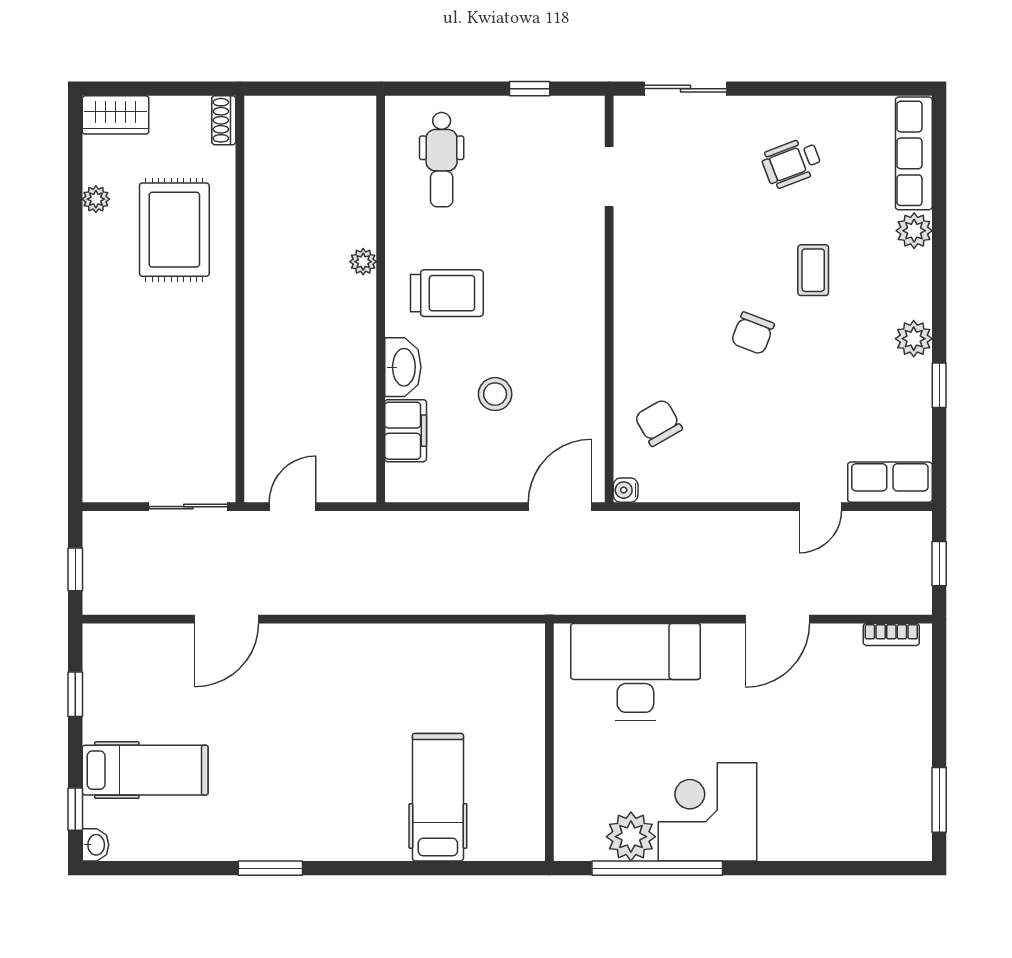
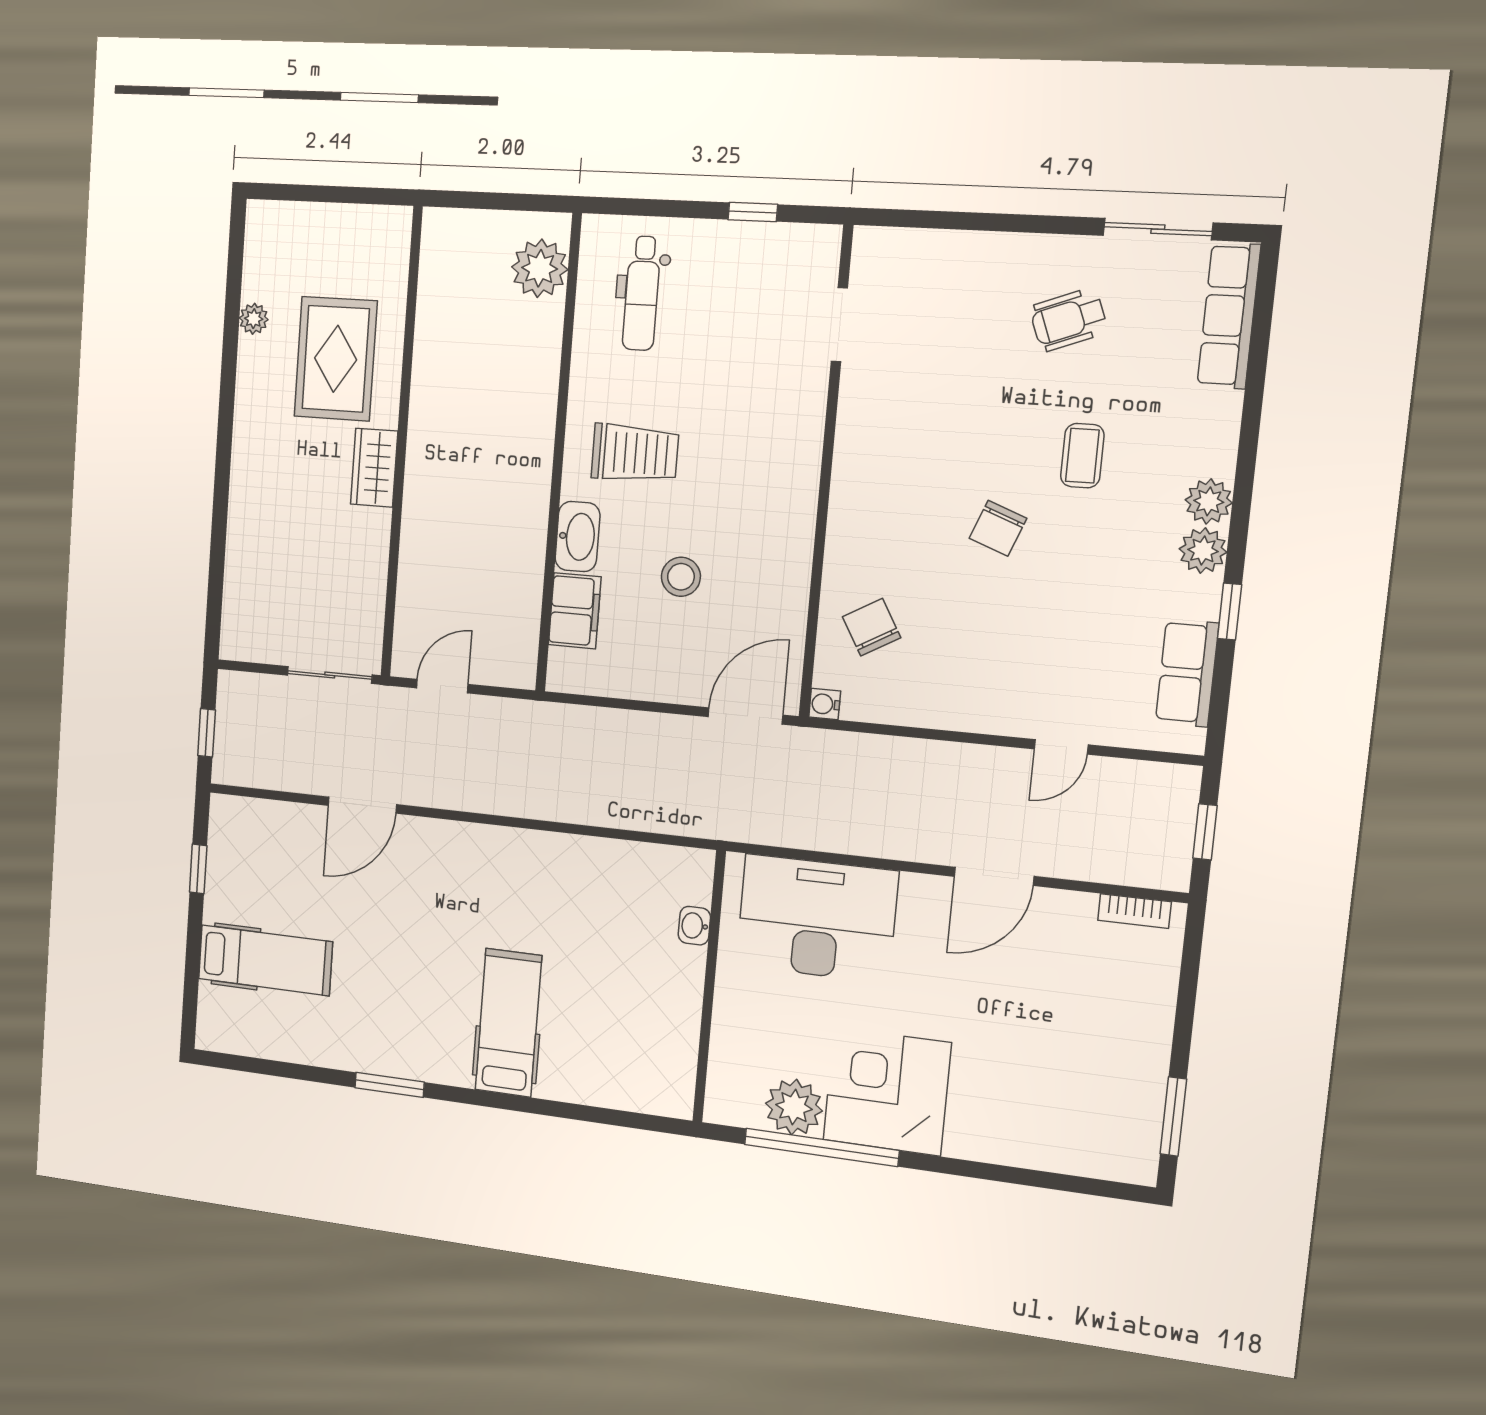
sliding door: (686, 89) -> (1158, 229), moved
wardrobe: (115, 115) -> (374, 468), moved, turned 90
shoe rack: (224, 120) -> (398, 234), removed
plant: (914, 231) -> (1209, 501), moved
plant: (363, 262) -> (540, 268), moved, width x1.88, depth x1.88
row of seats: (890, 482) -> (1187, 673), moved, turned -90
hospital bed: (438, 797) -> (508, 1023), moved
window: (75, 809) -> (191, 993), removed
washbasin: (95, 845) -> (694, 926), moved, turned 180

